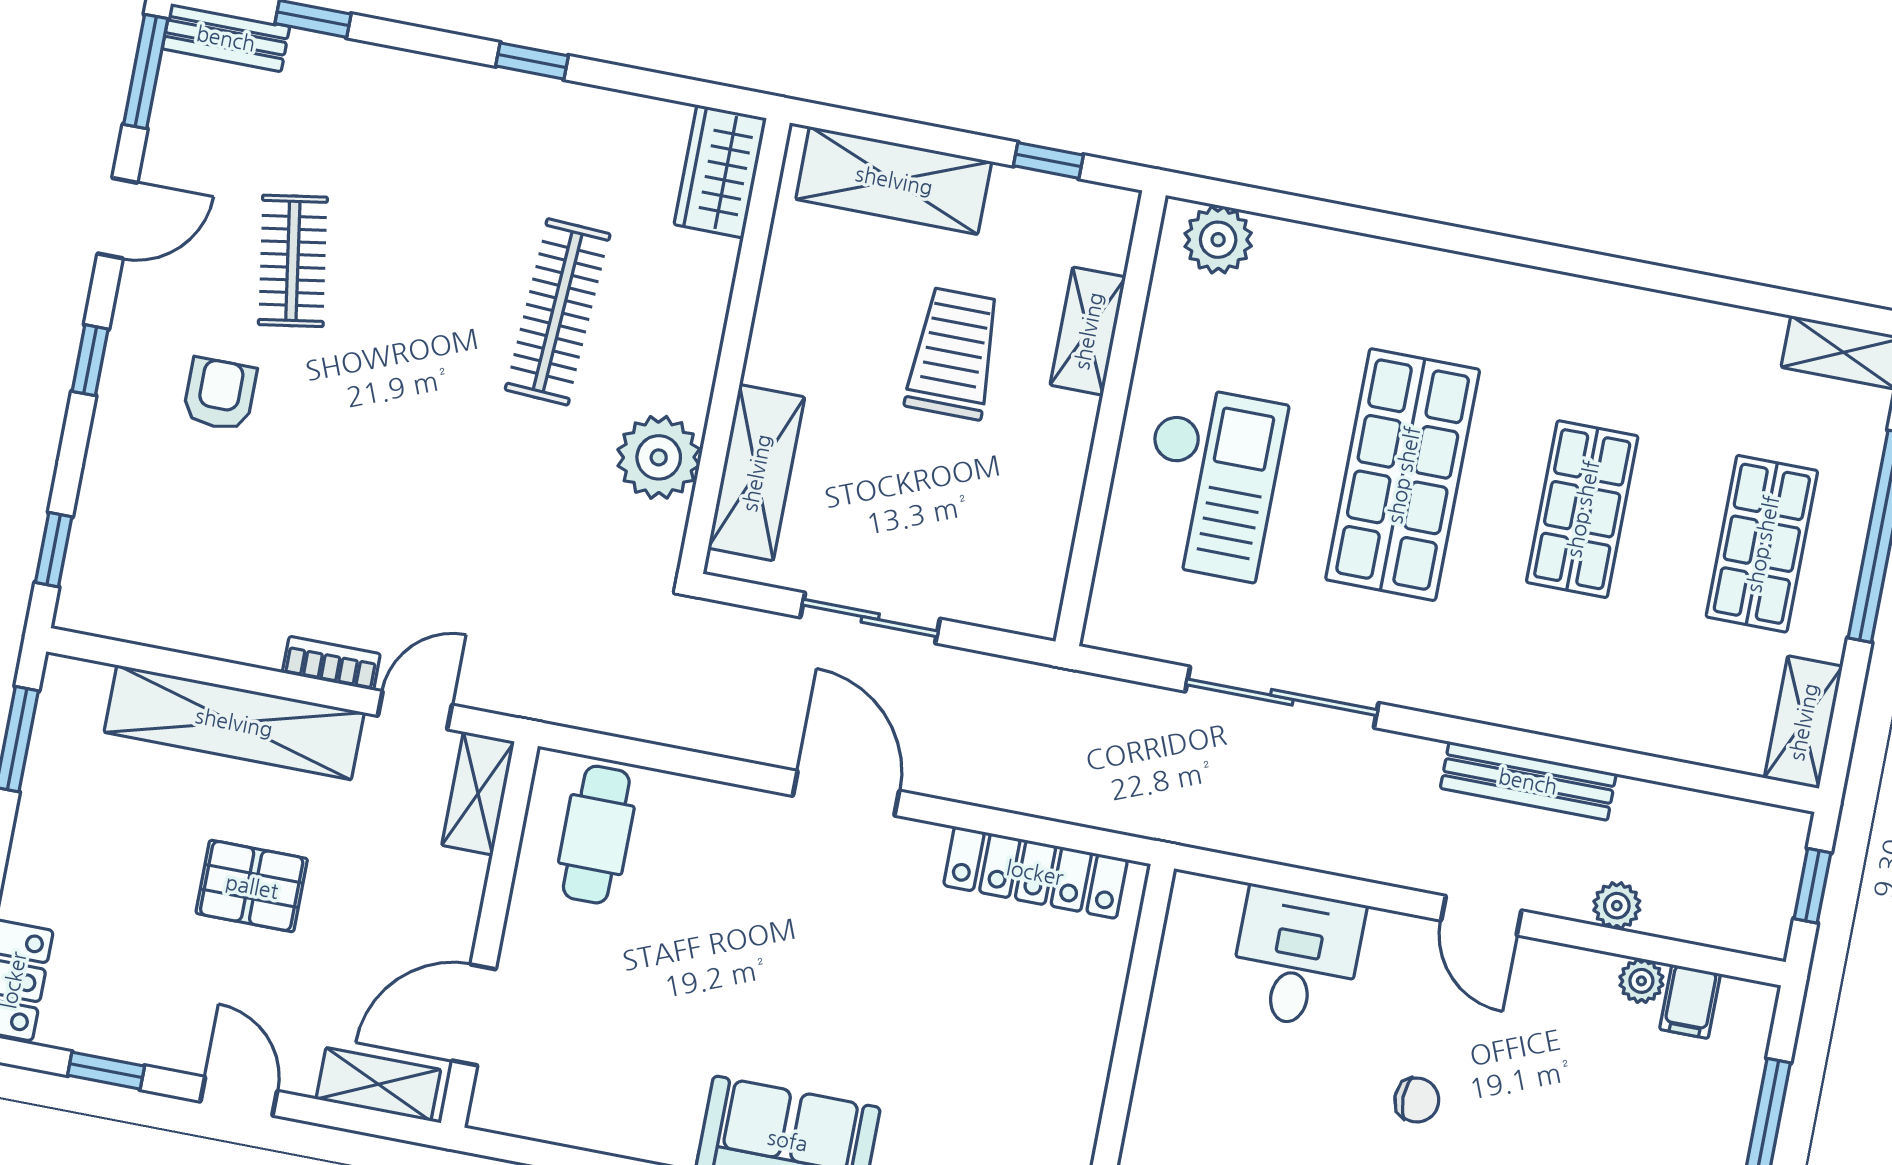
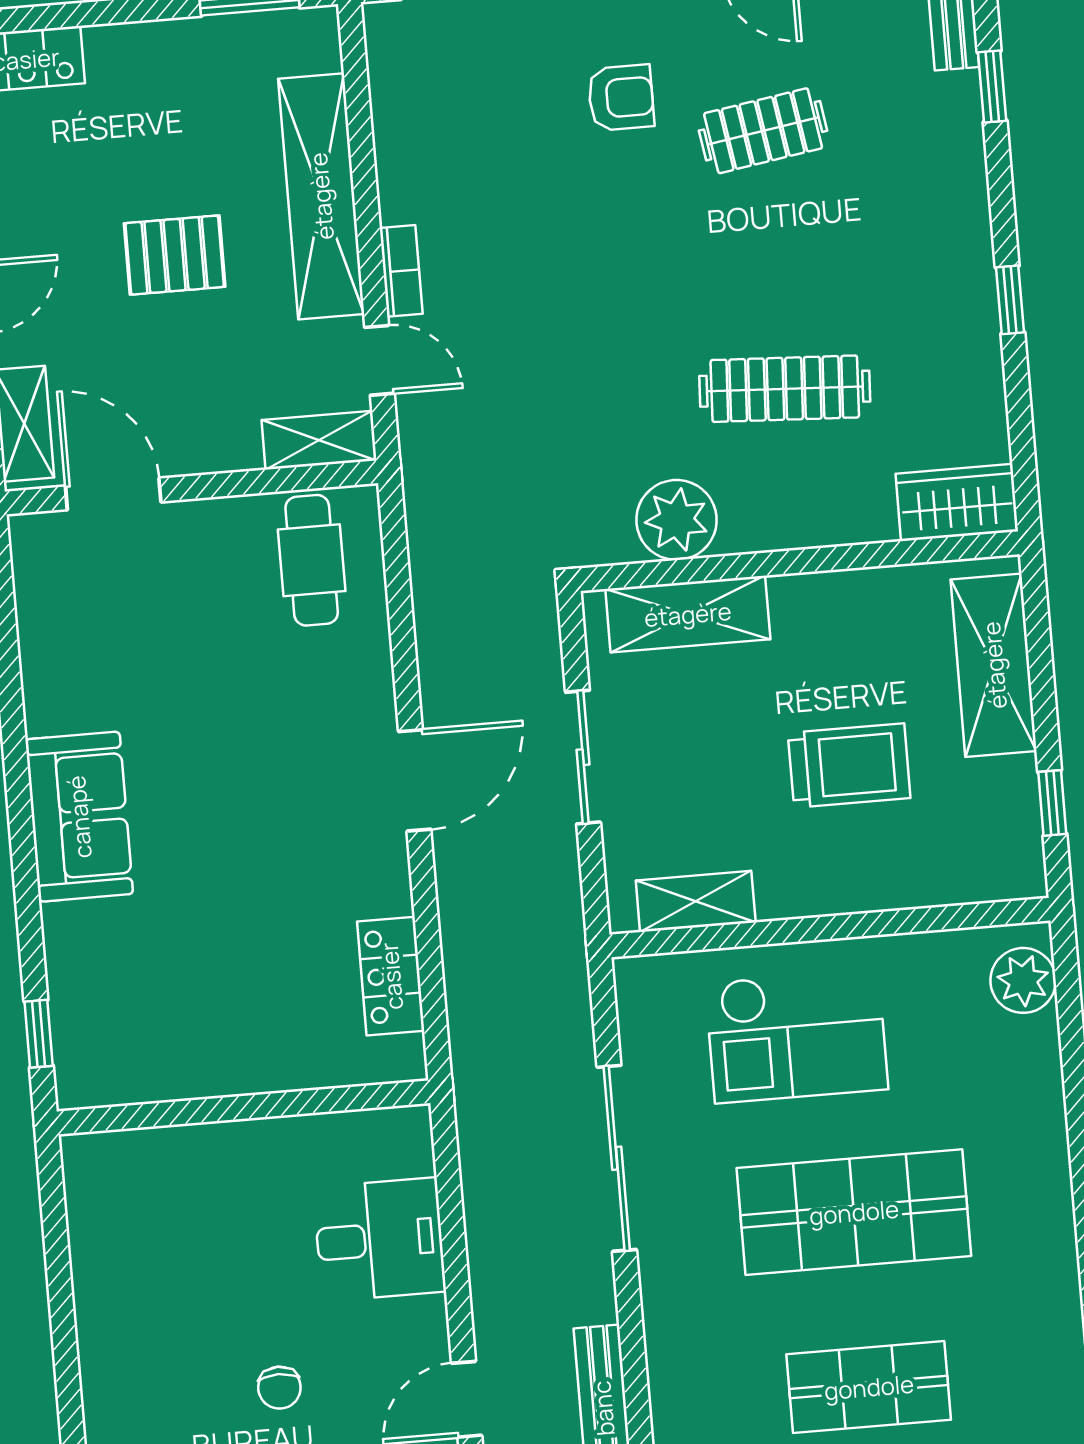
shelving: (1088, 331) -> (696, 901), moved
cafe table: (596, 835) -> (312, 560), turned 90
locker: (1035, 872) -> (391, 976), width x0.66
pallet: (252, 886) -> (175, 255), turned 90

